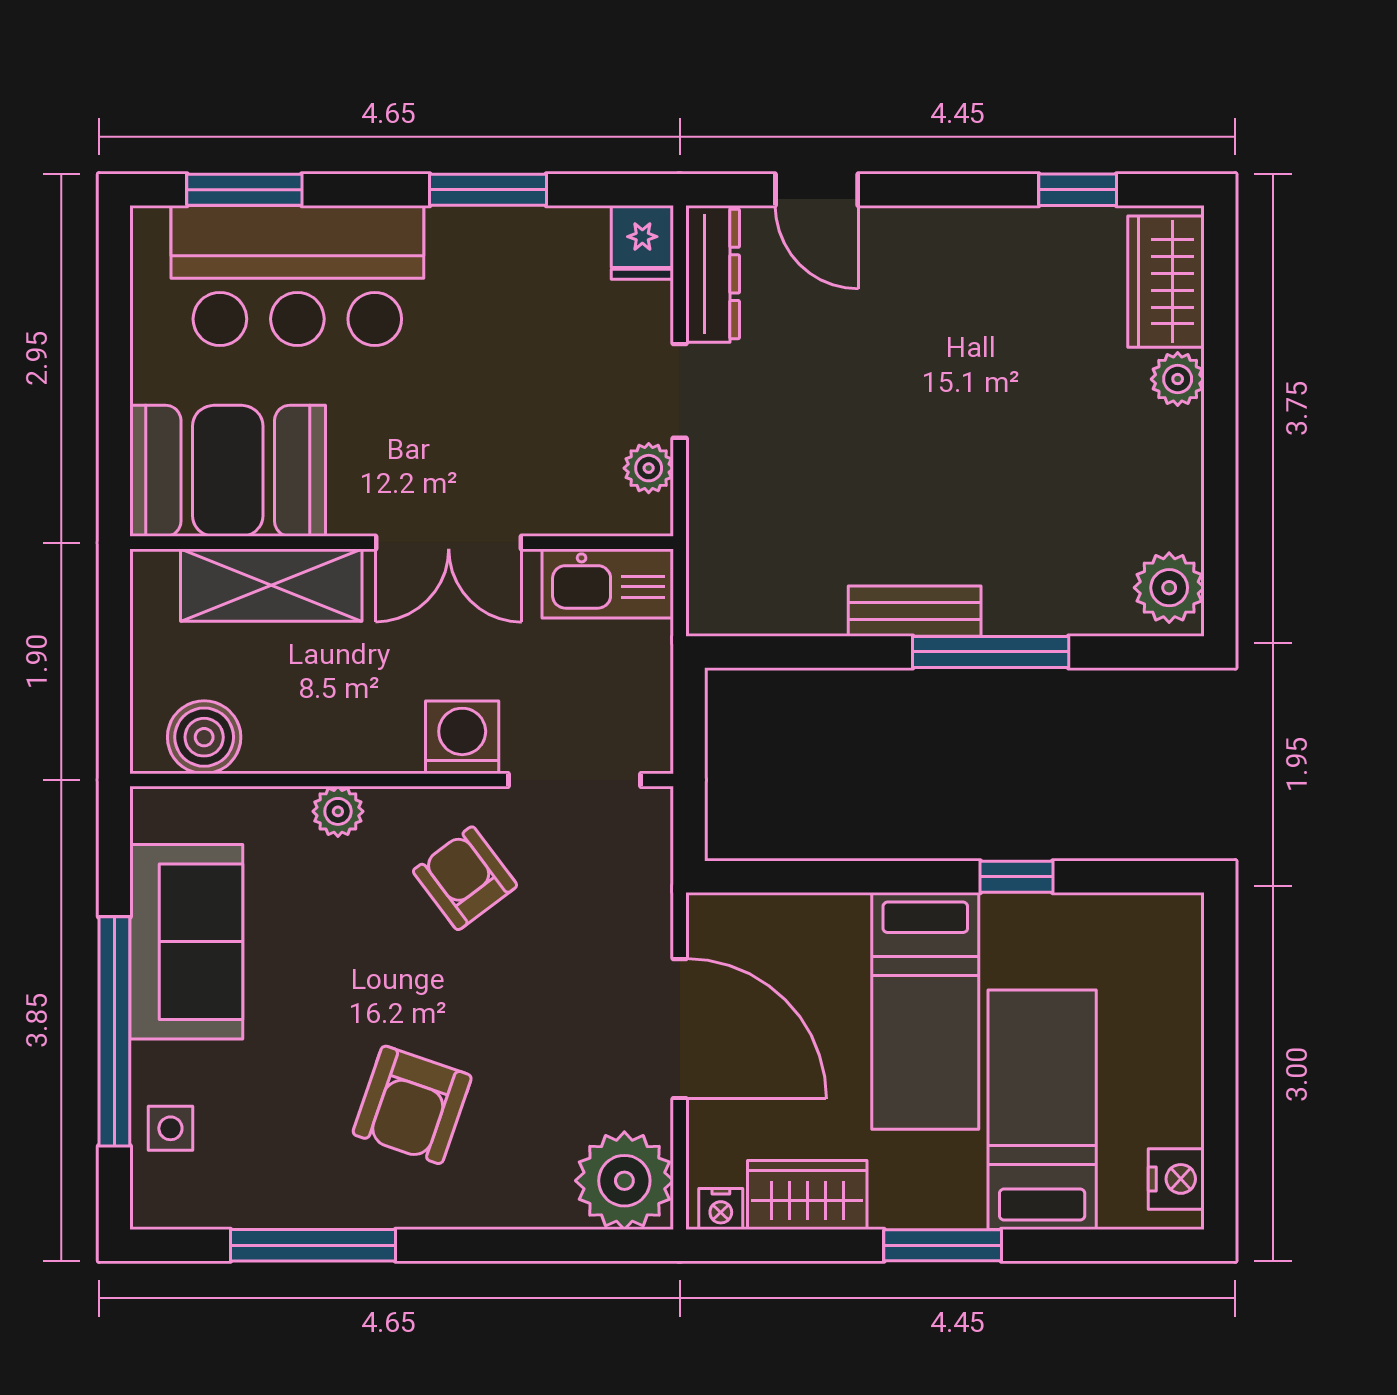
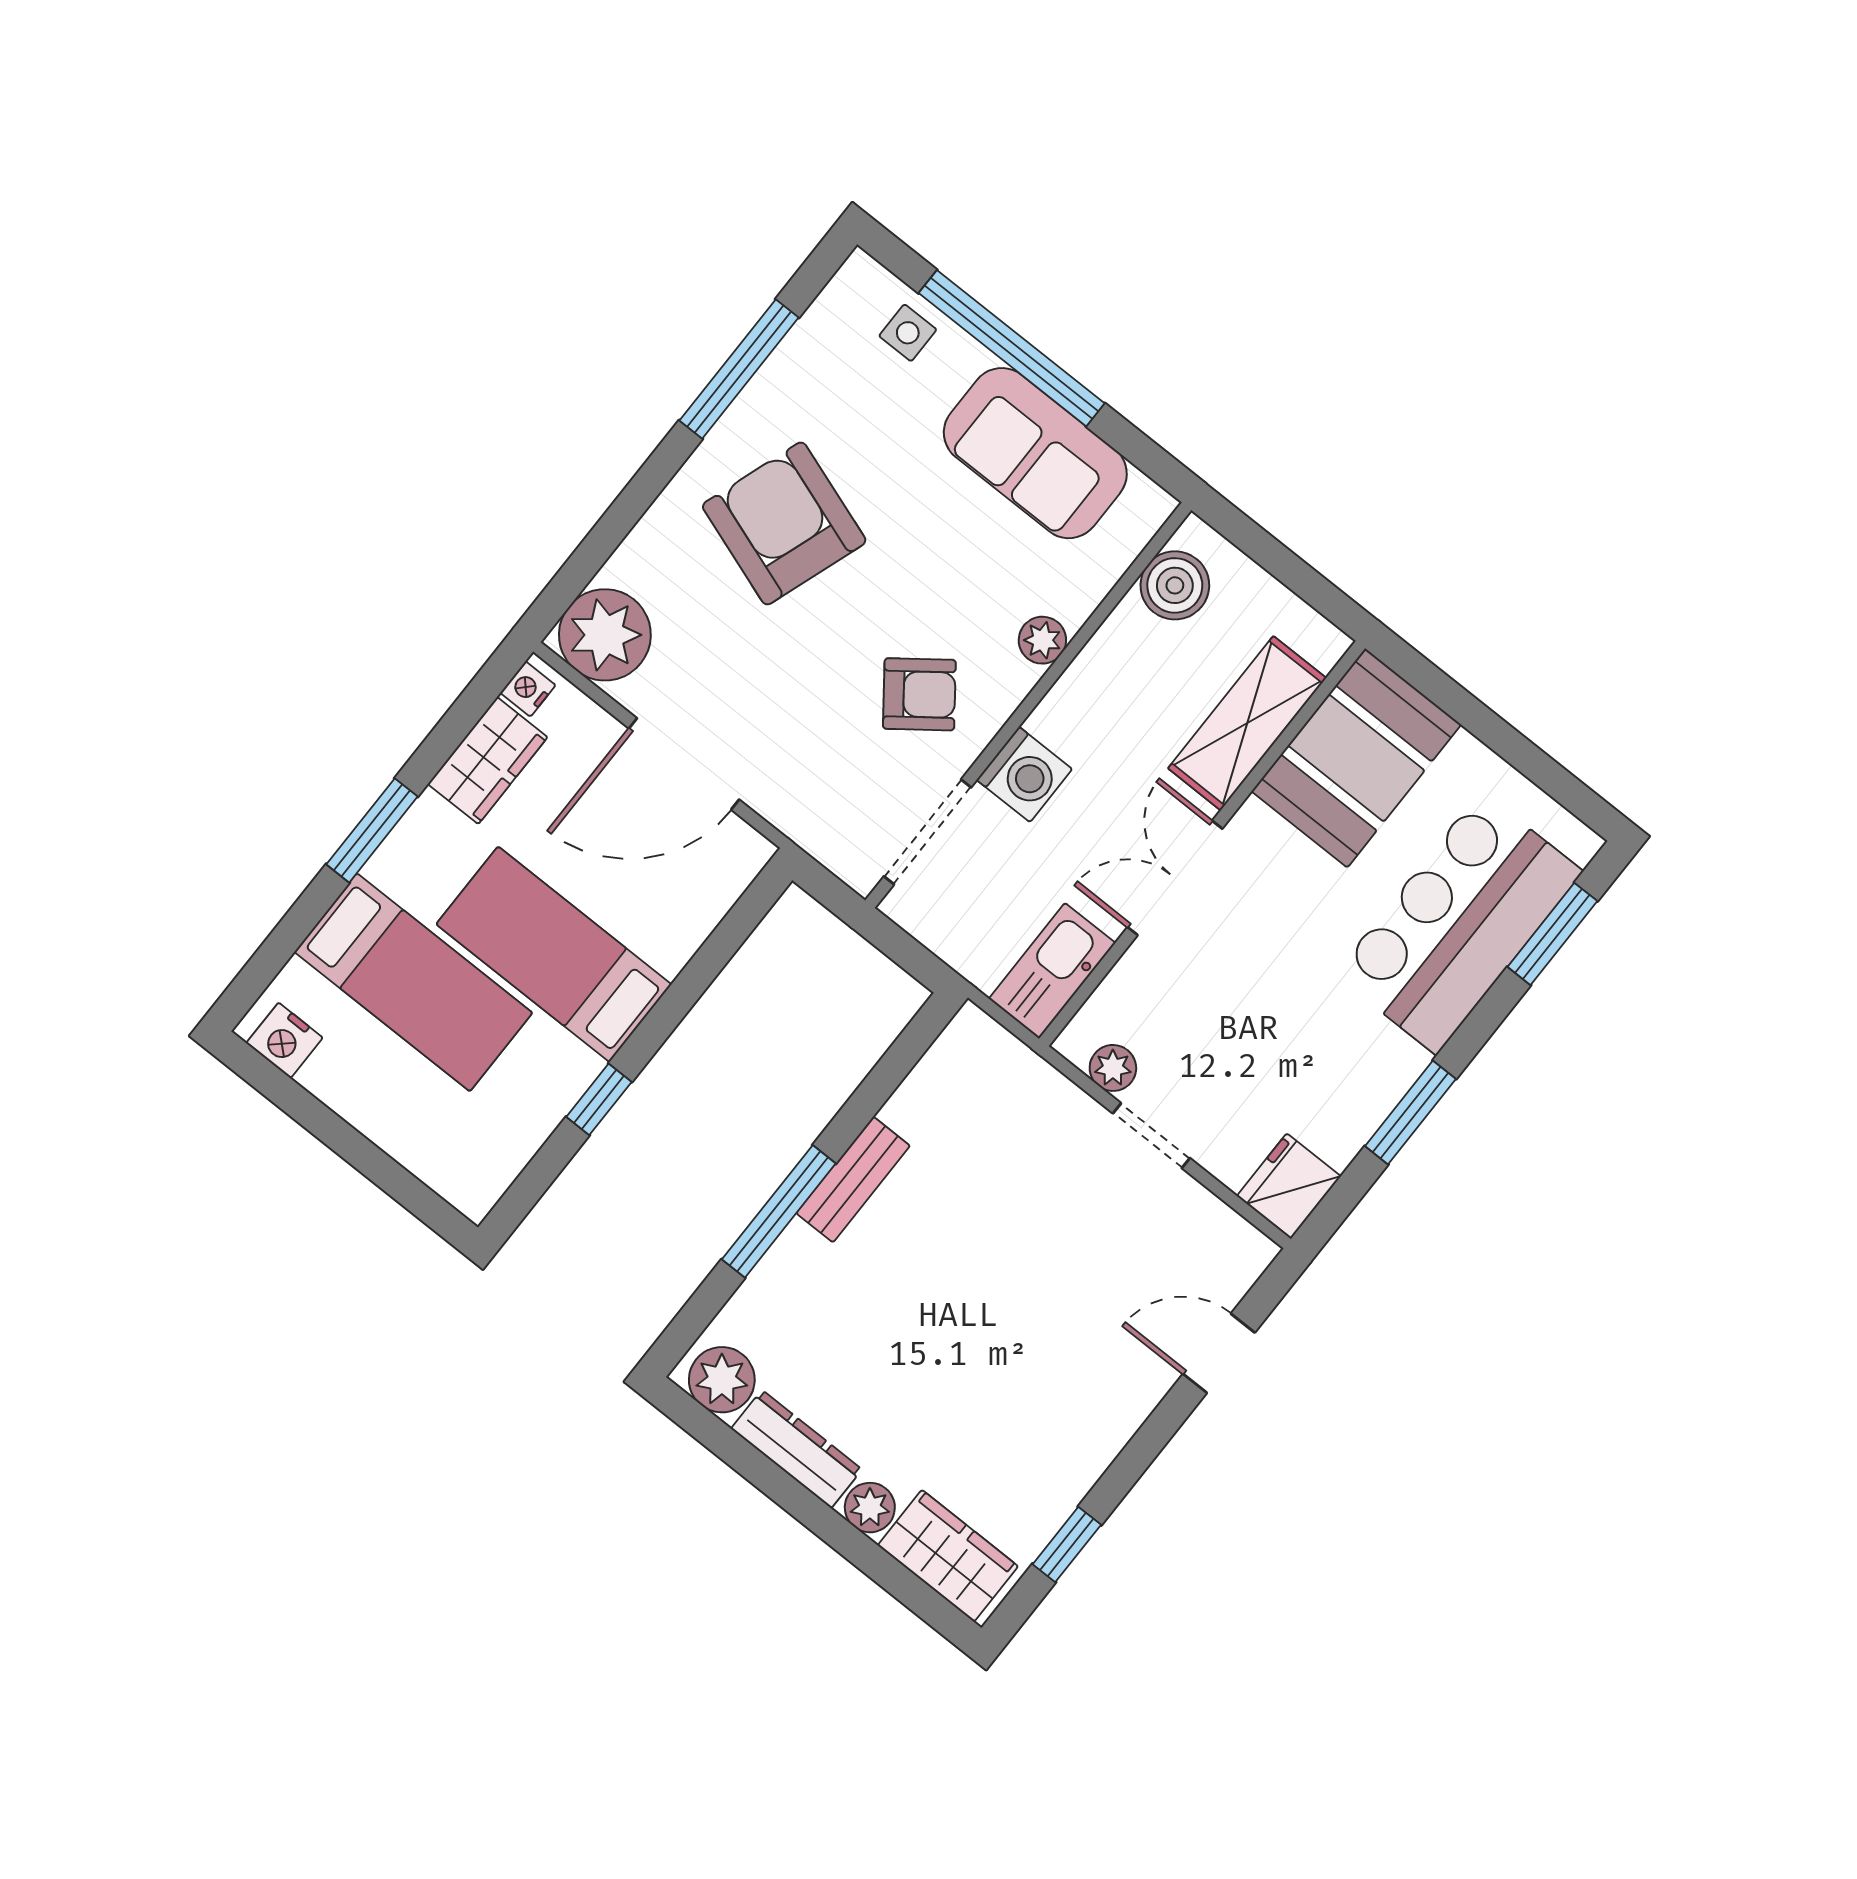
fridge: (642, 242) -> (1289, 1186), width x1.38
dresser: (713, 274) -> (797, 1449), moved, turned 180
armchair: (412, 1105) -> (784, 523), width x1.36, depth x1.36

